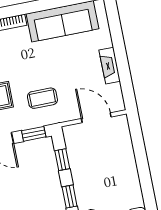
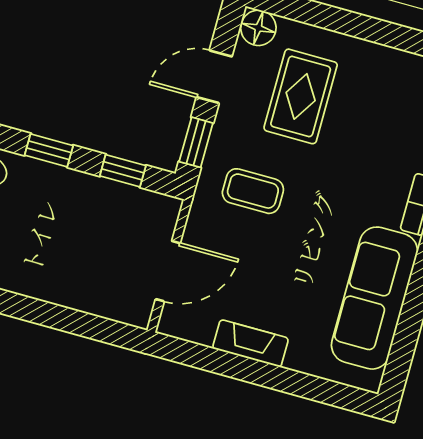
coffee table: (42, 98) -> (253, 191), turned 90

